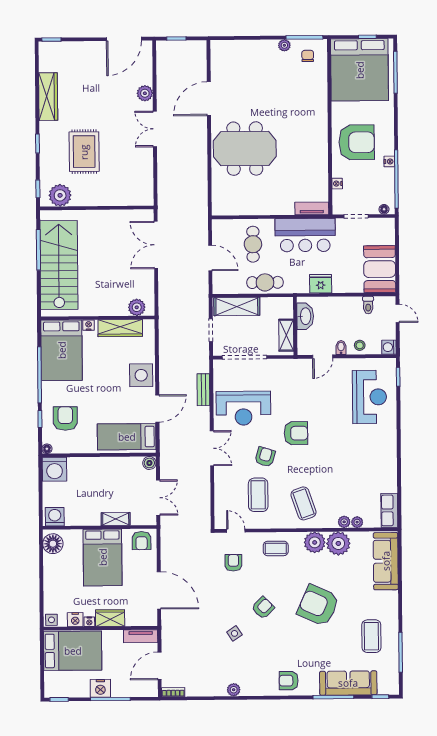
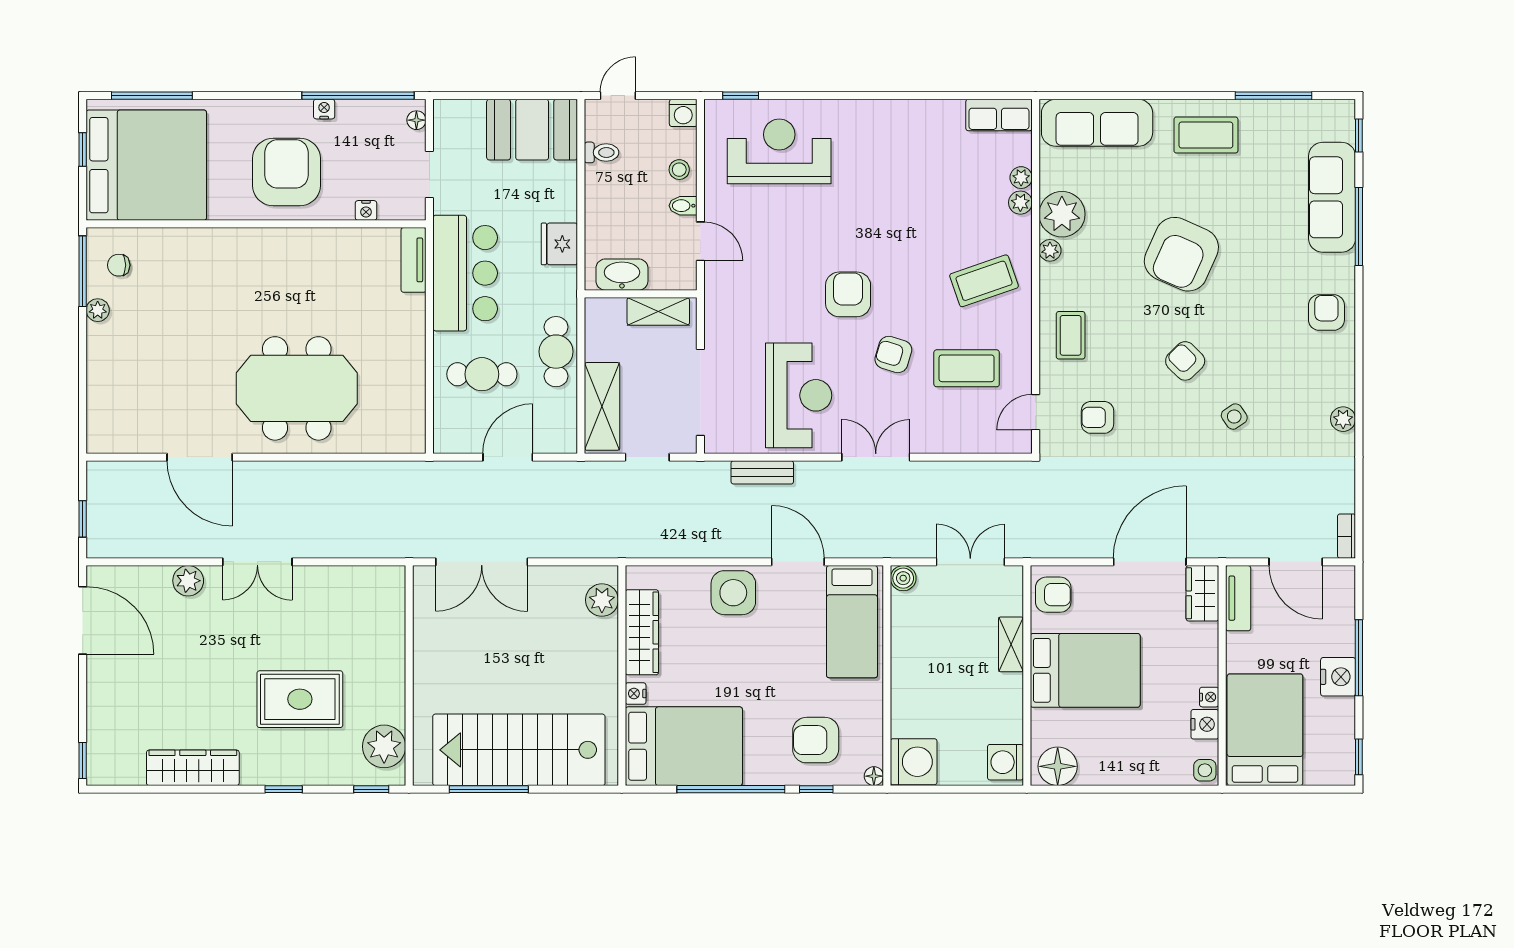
meeting table: (245, 149) -> (297, 388), turned 90
plant: (315, 542) -> (1050, 250), width x0.53, depth x0.53
wardrobe: (110, 618) -> (1202, 593), moved
coffee table: (371, 636) -> (1206, 135), moved
armchair: (289, 681) -> (1326, 312), turned 180

